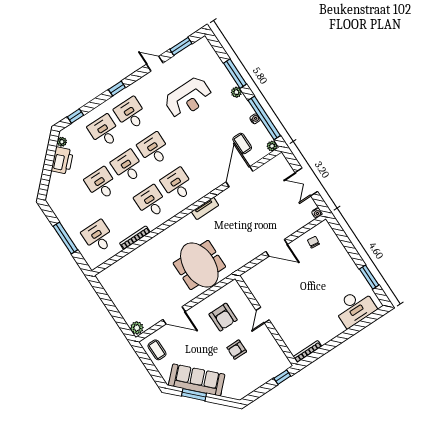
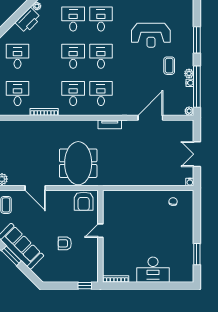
plant: (236, 92) -> (189, 73), moved
coffee table: (242, 144) -> (169, 66), moved
desk: (101, 184) -> (17, 56), moved
door: (277, 248) -> (143, 188), removed
desk: (355, 308) -> (153, 270), moved
armchair: (223, 317) -> (84, 201), moved

